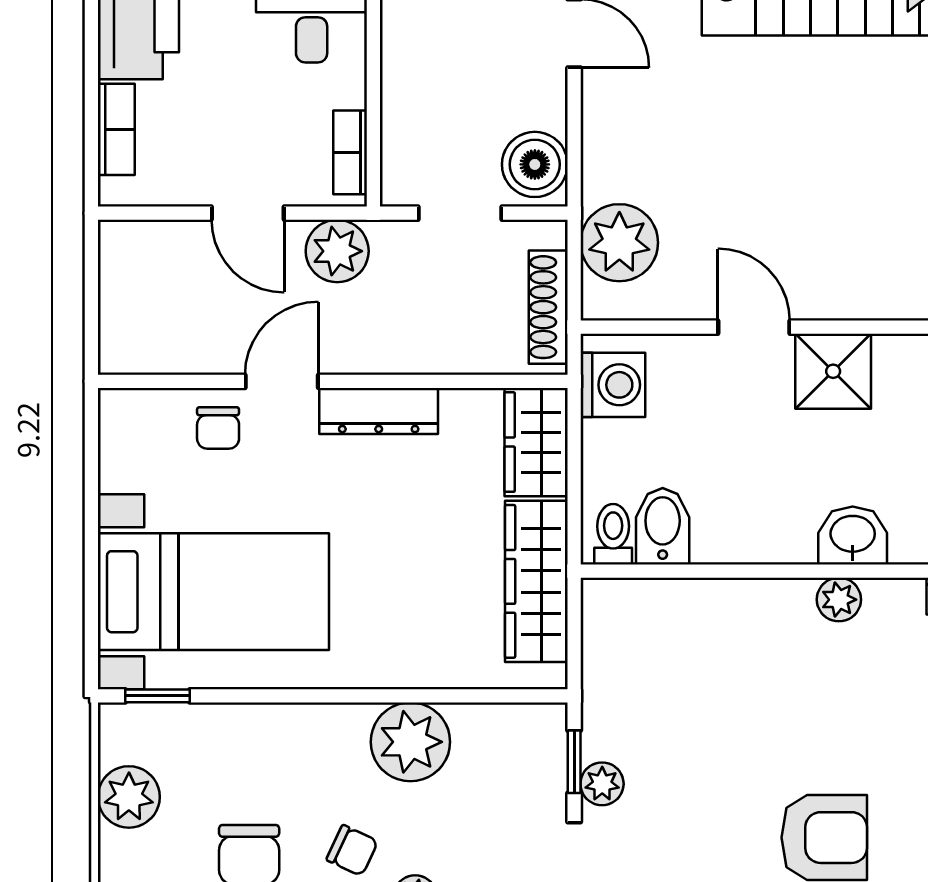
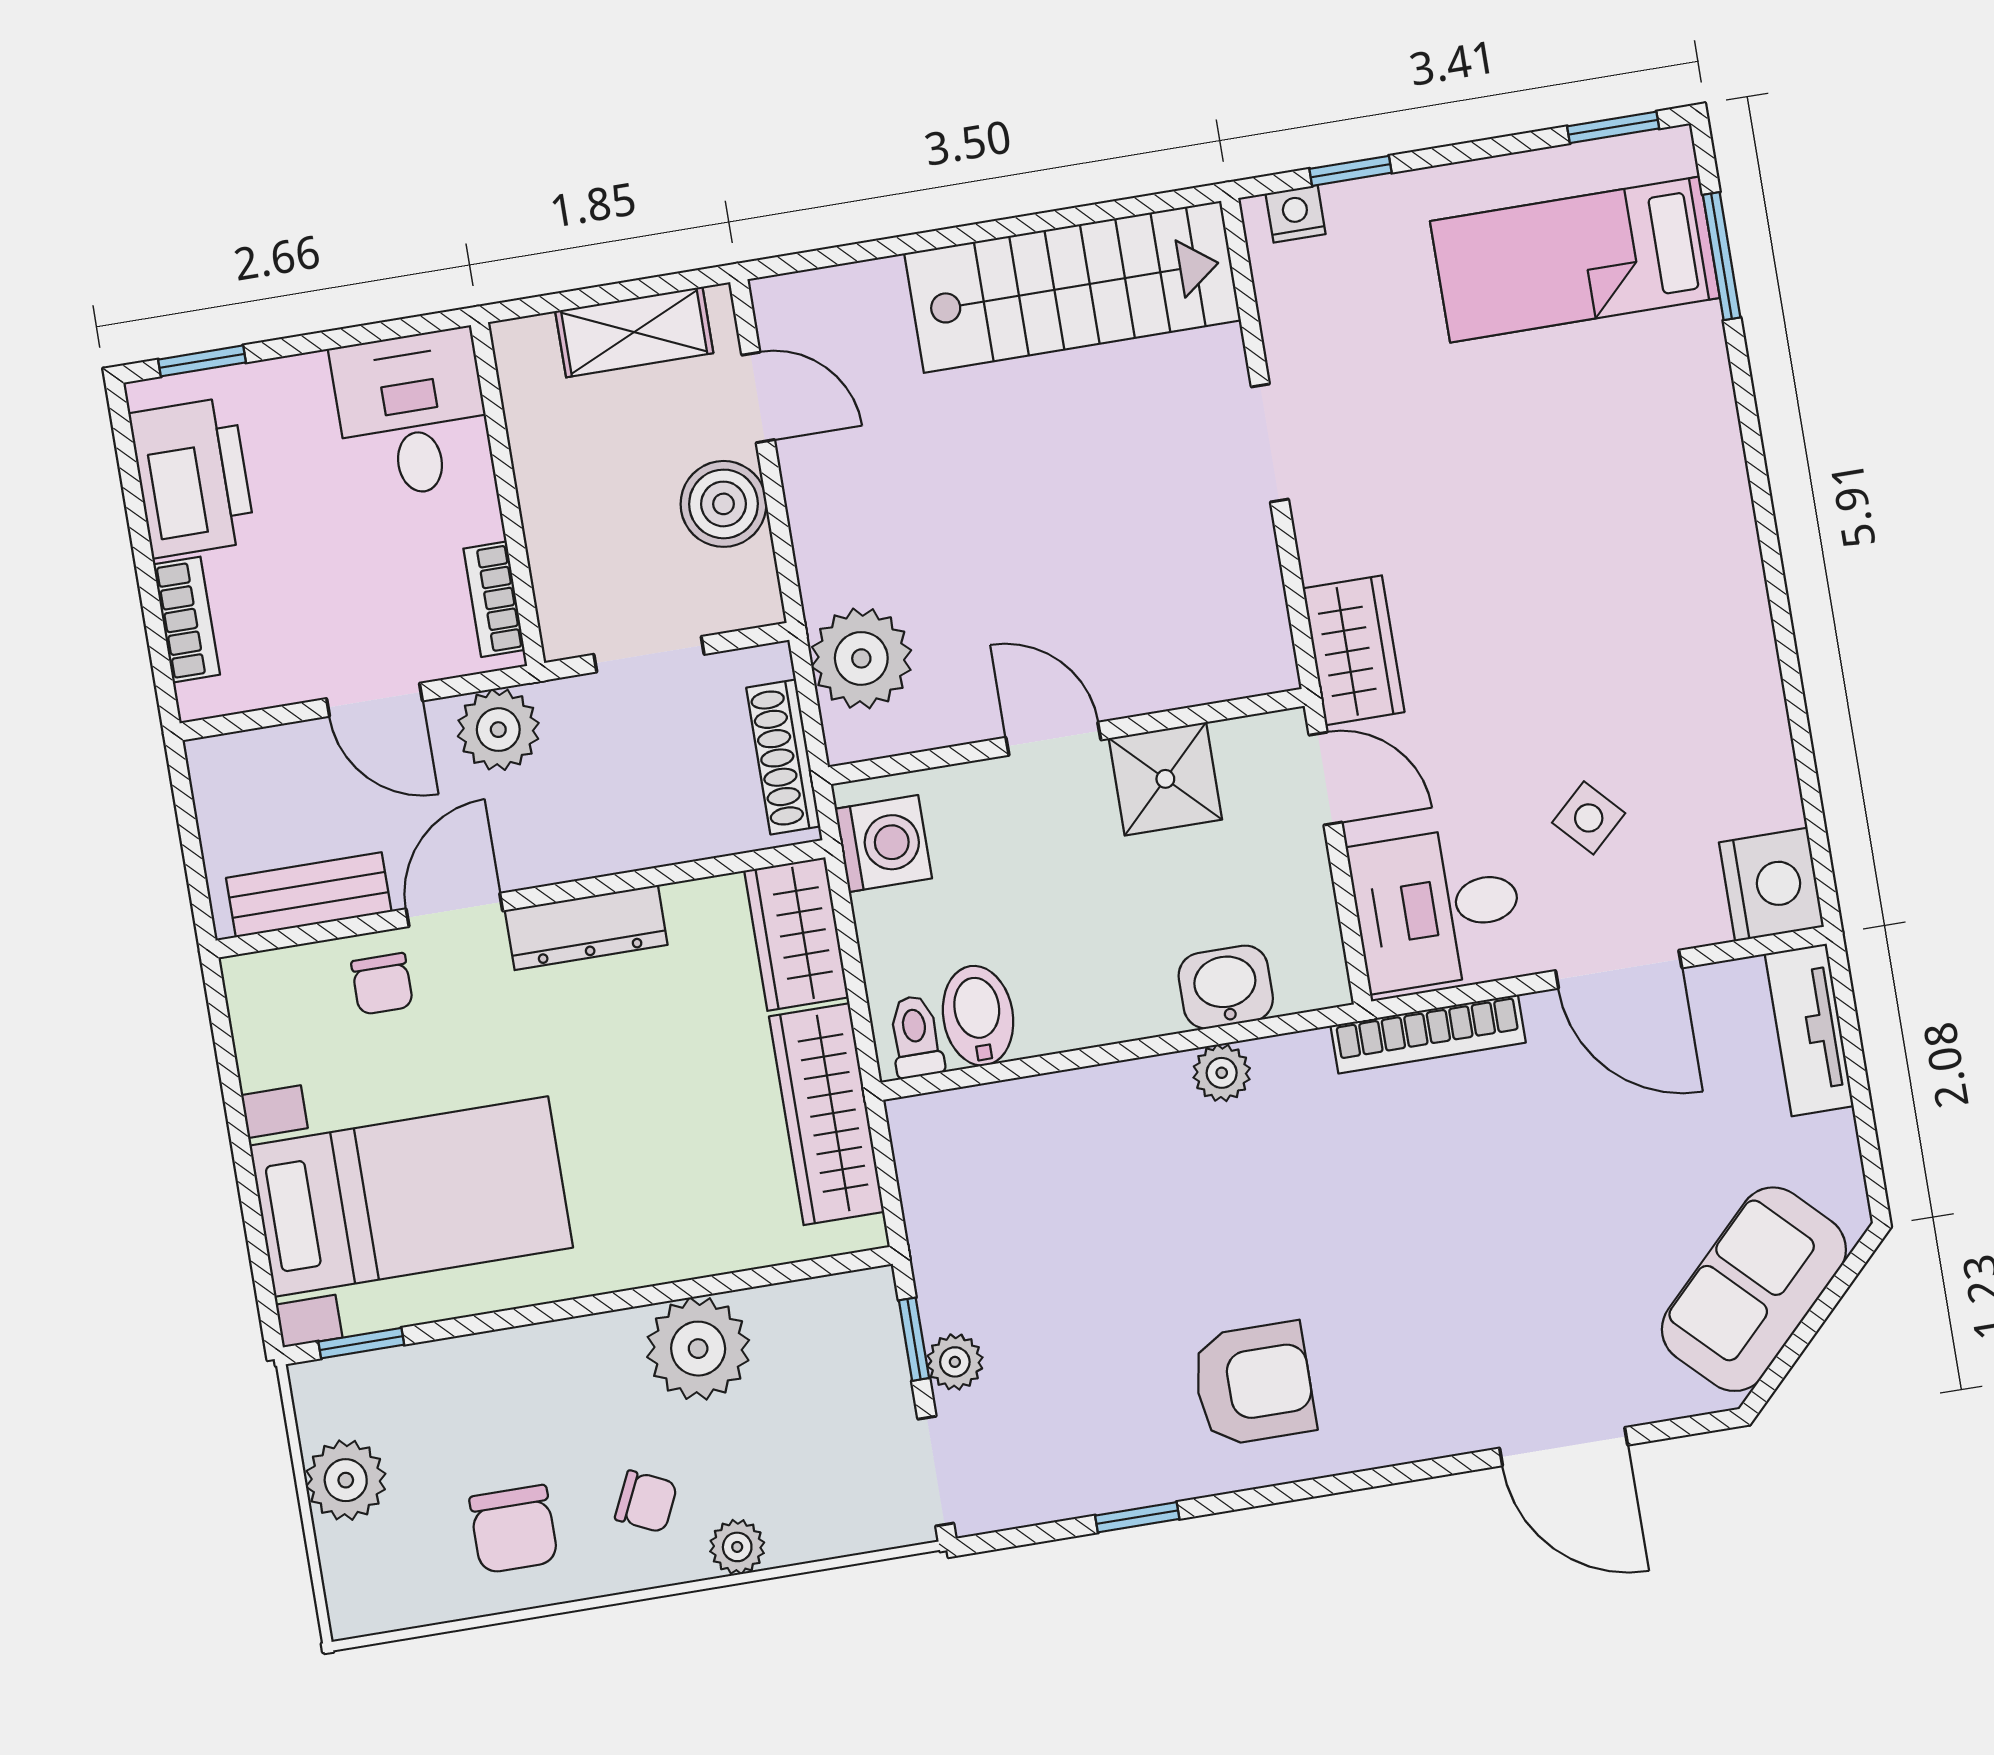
boiler: (535, 164) -> (723, 504), moved
bench: (174, 352) -> (309, 895), added

